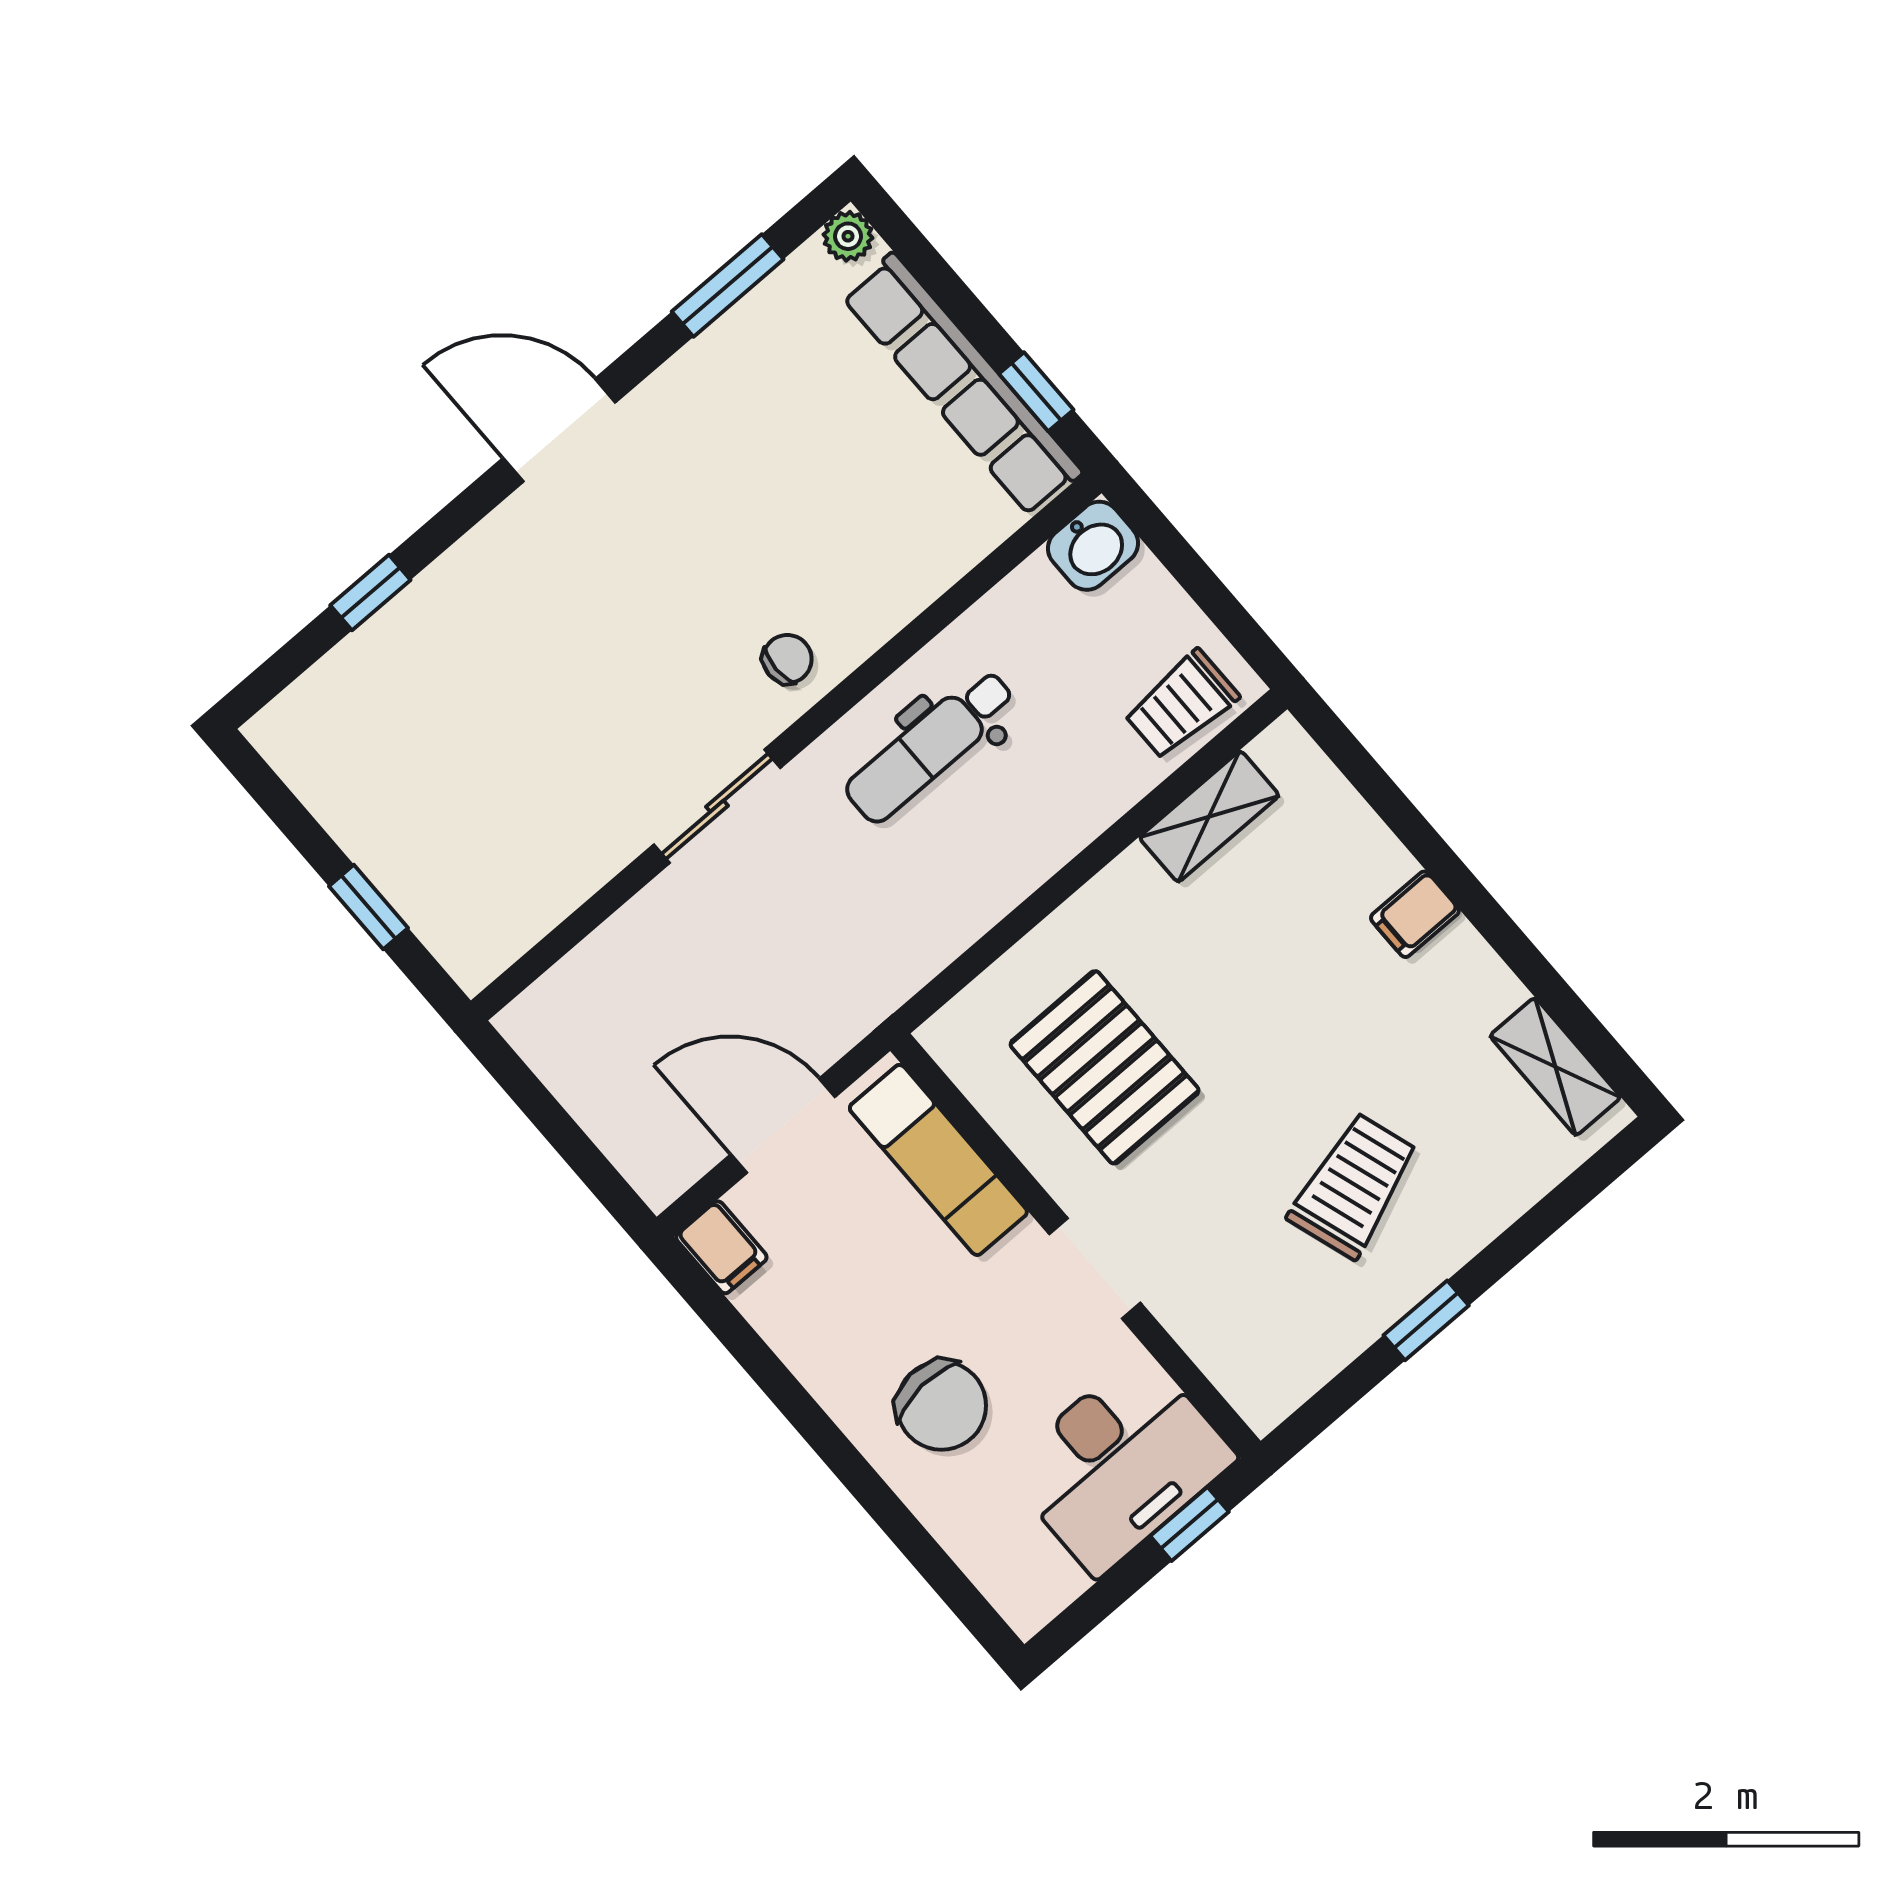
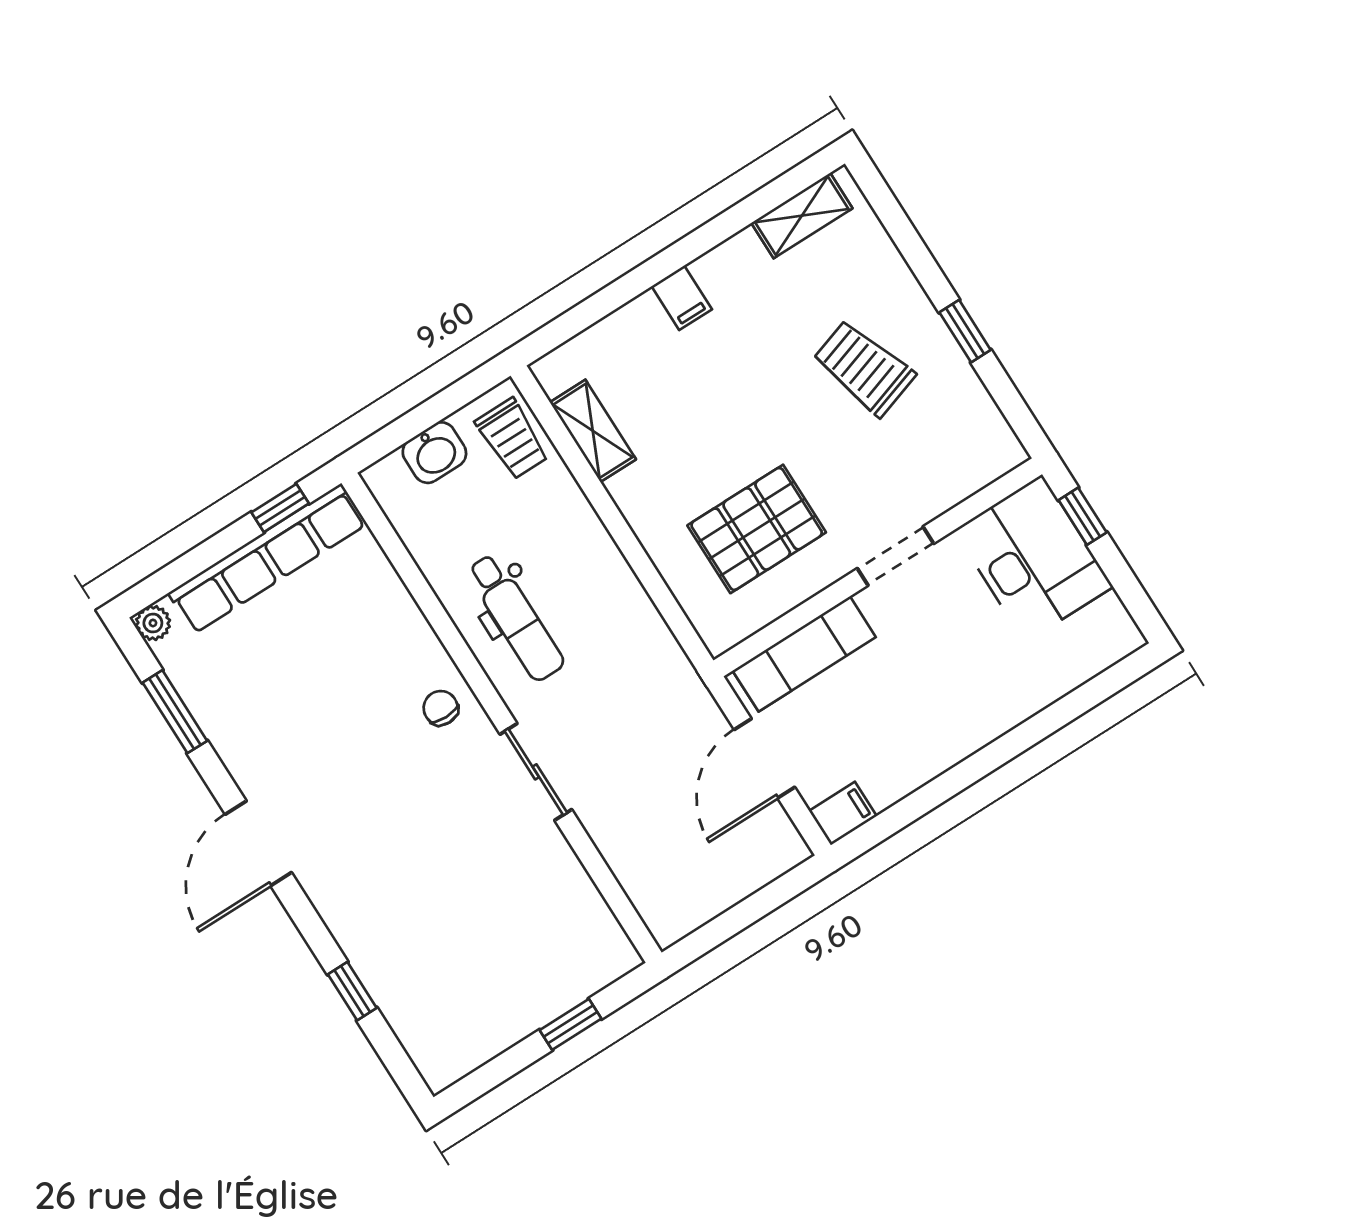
washbasin: (1093, 546) -> (434, 453), moved, turned 90
chair: (942, 1406) -> (975, 677), removed

